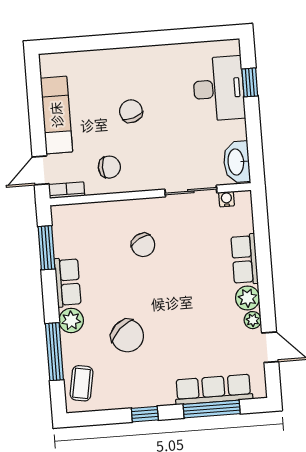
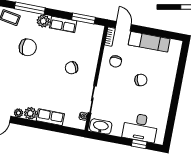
chair: (127, 336) -> (28, 47), turned -137

